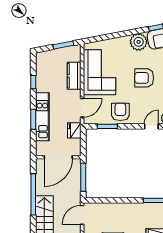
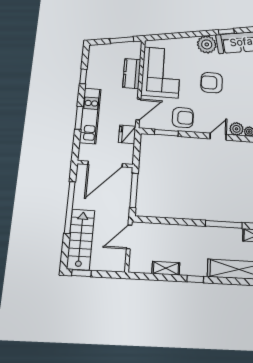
armchair: (120, 112) -> (183, 118), turned 90

